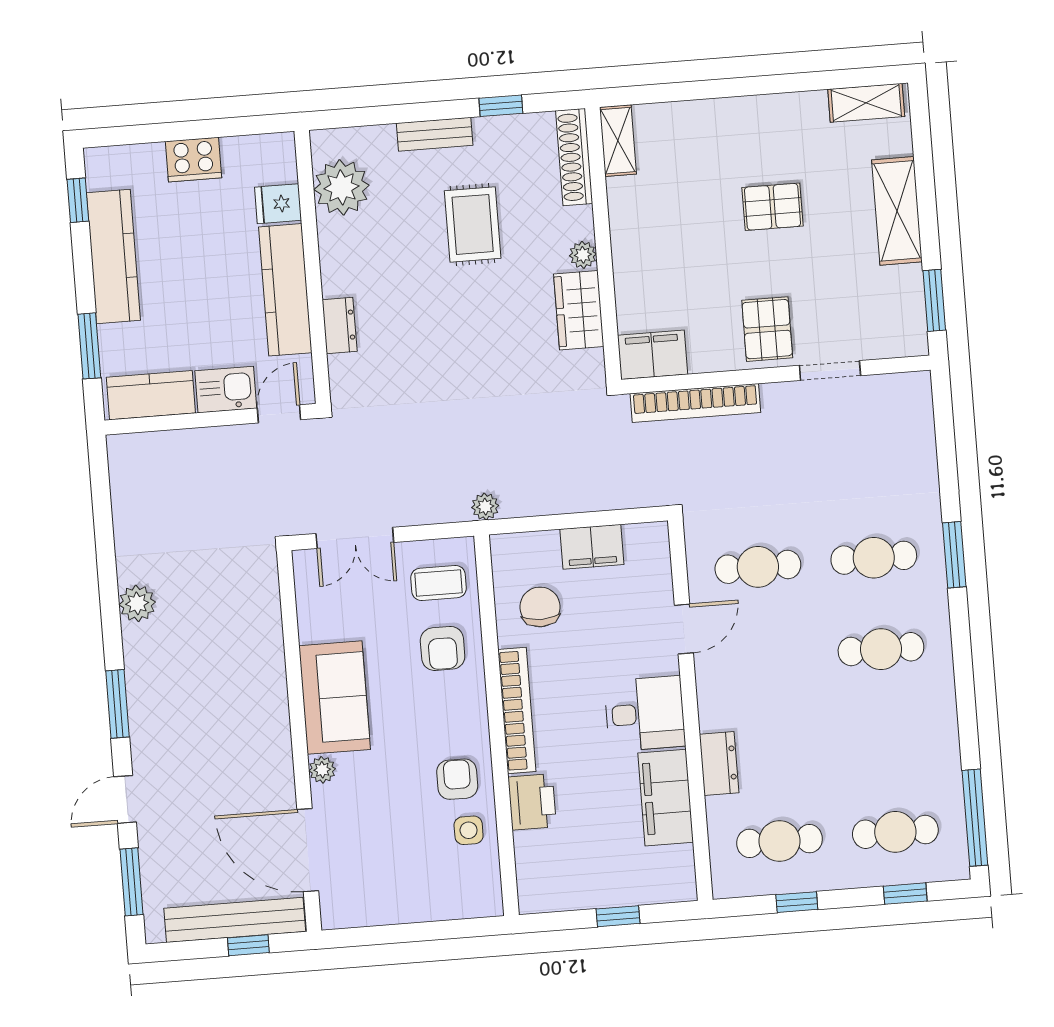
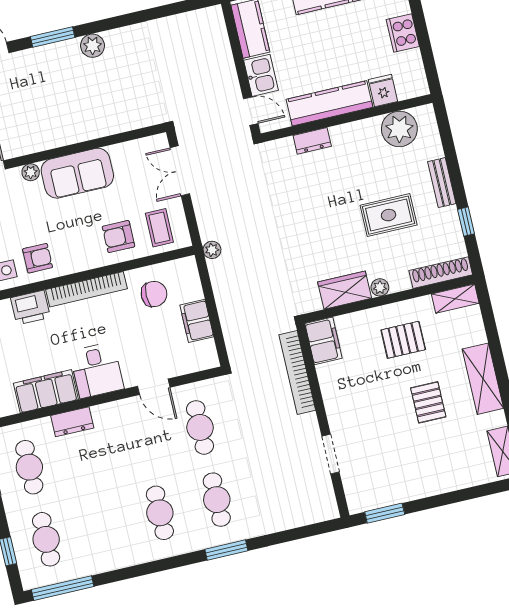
shelving: (897, 211) -> (483, 379), moved, turned 90
pallet: (767, 329) -> (403, 340), moved
plant: (137, 603) -> (93, 46), moved

